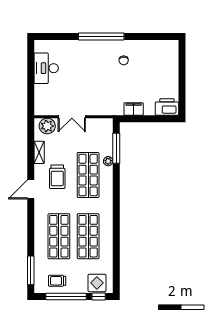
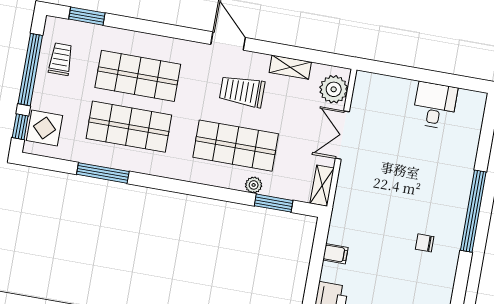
desk: (46, 68) -> (435, 105), width x0.73
filing cabinet: (134, 109) -> (335, 254), width x0.50
shelving: (102, 123) -> (322, 186), added
window: (116, 148) -> (274, 203), width x0.69
window: (116, 246) -> (103, 173), added
window: (31, 270) -> (87, 16), width x0.69

